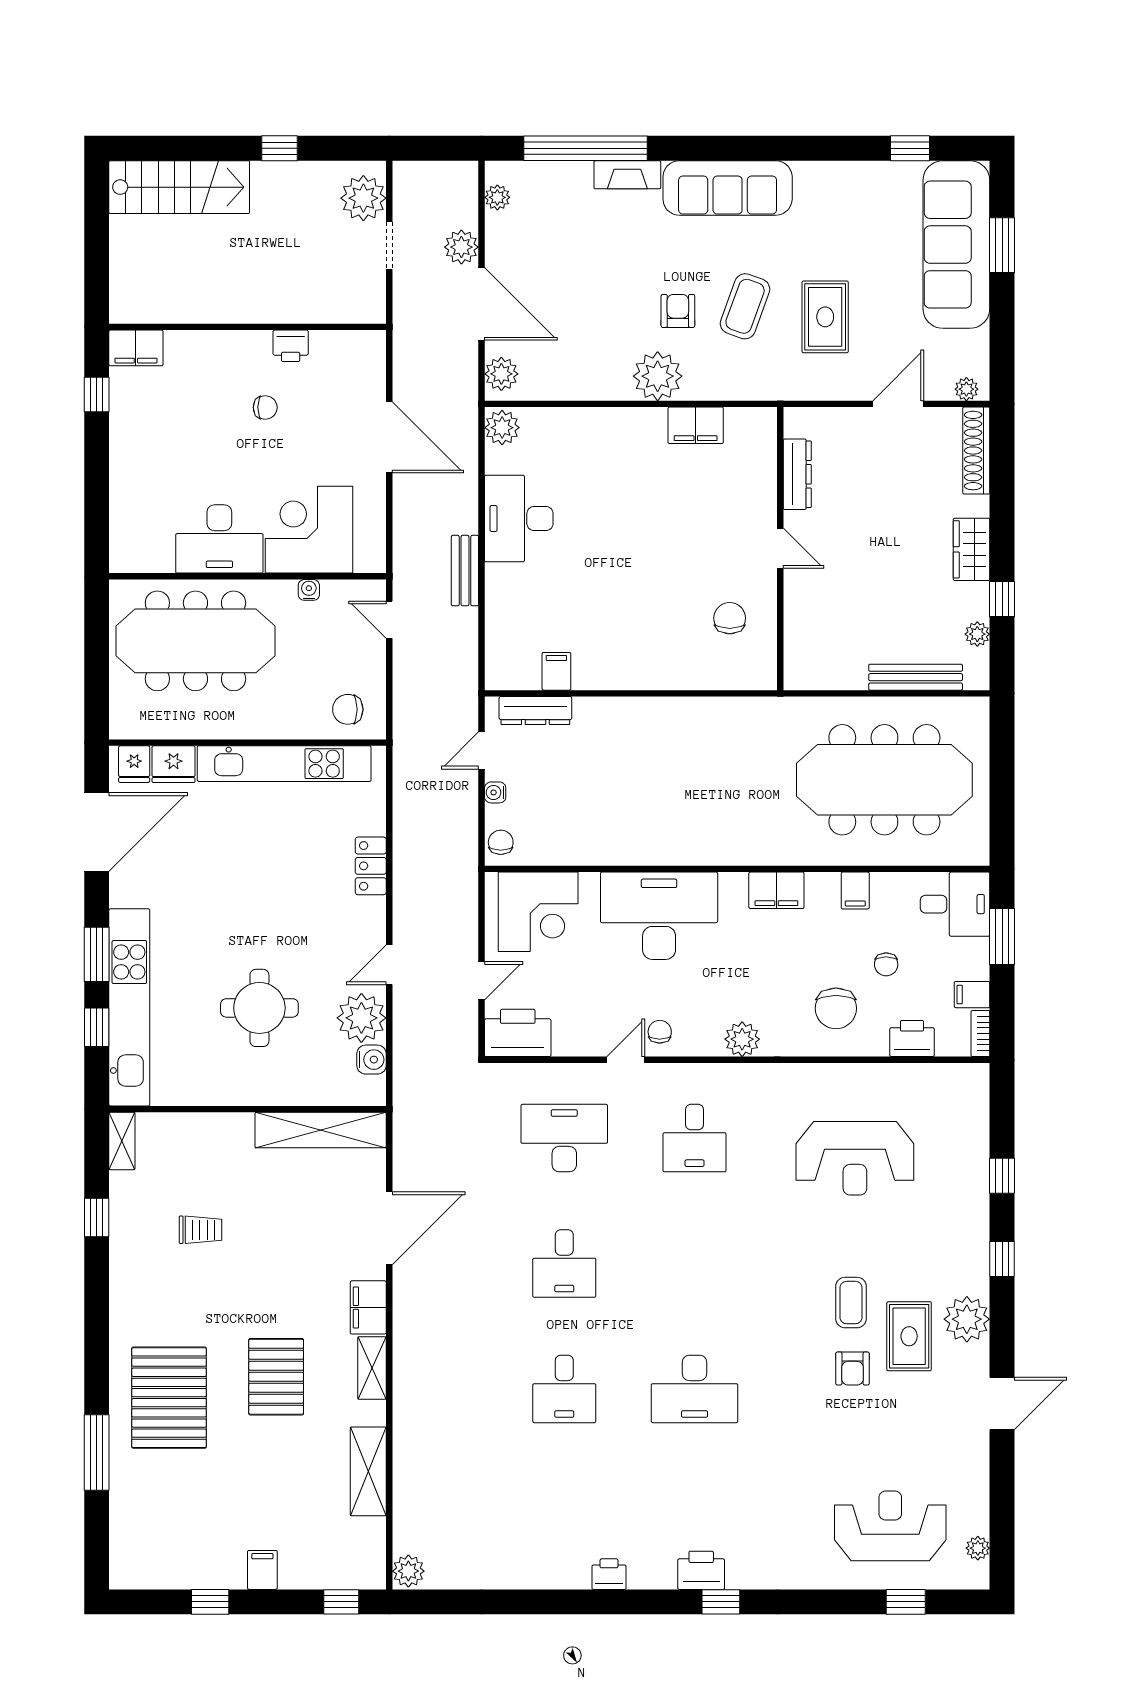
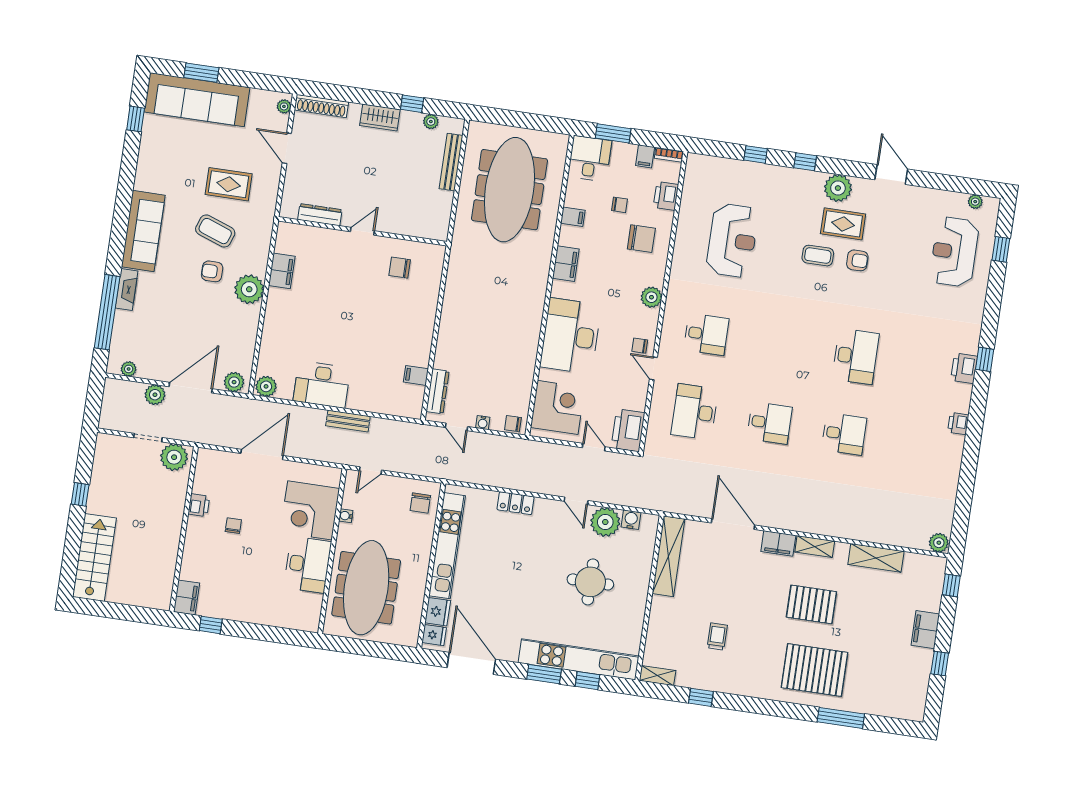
plant: (363, 198) -> (174, 457), moved
filing cabinet: (262, 1570) -> (925, 630), width x2.00

